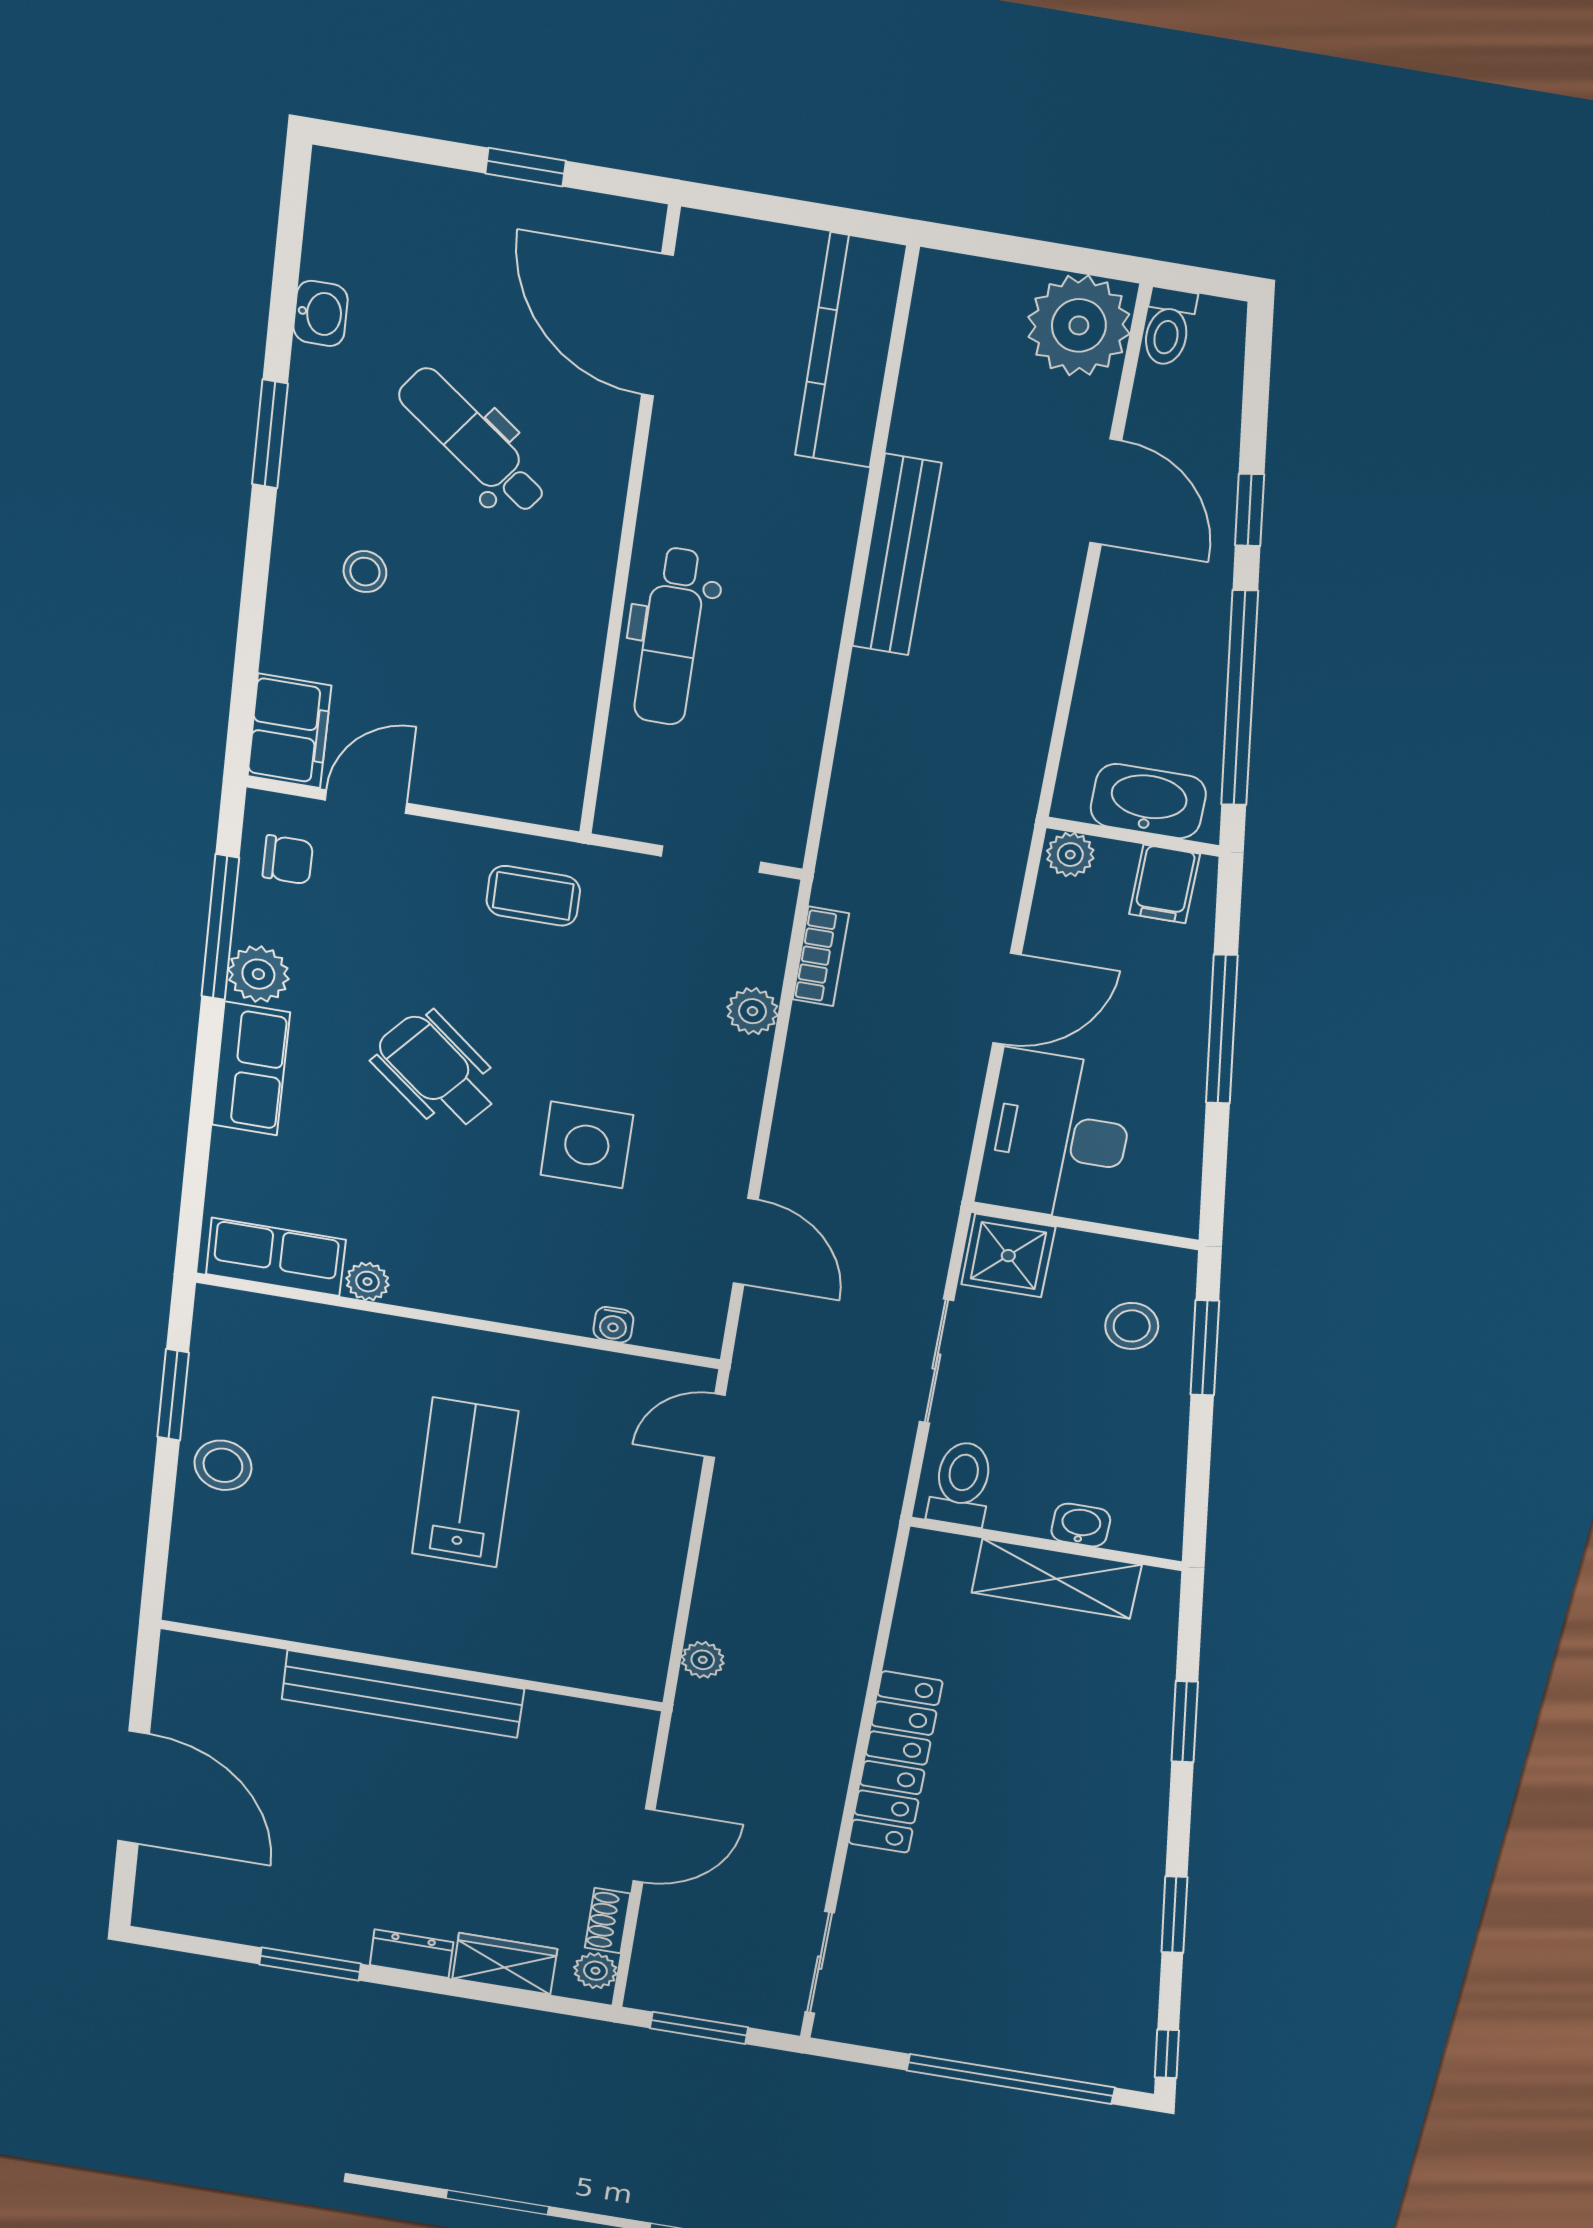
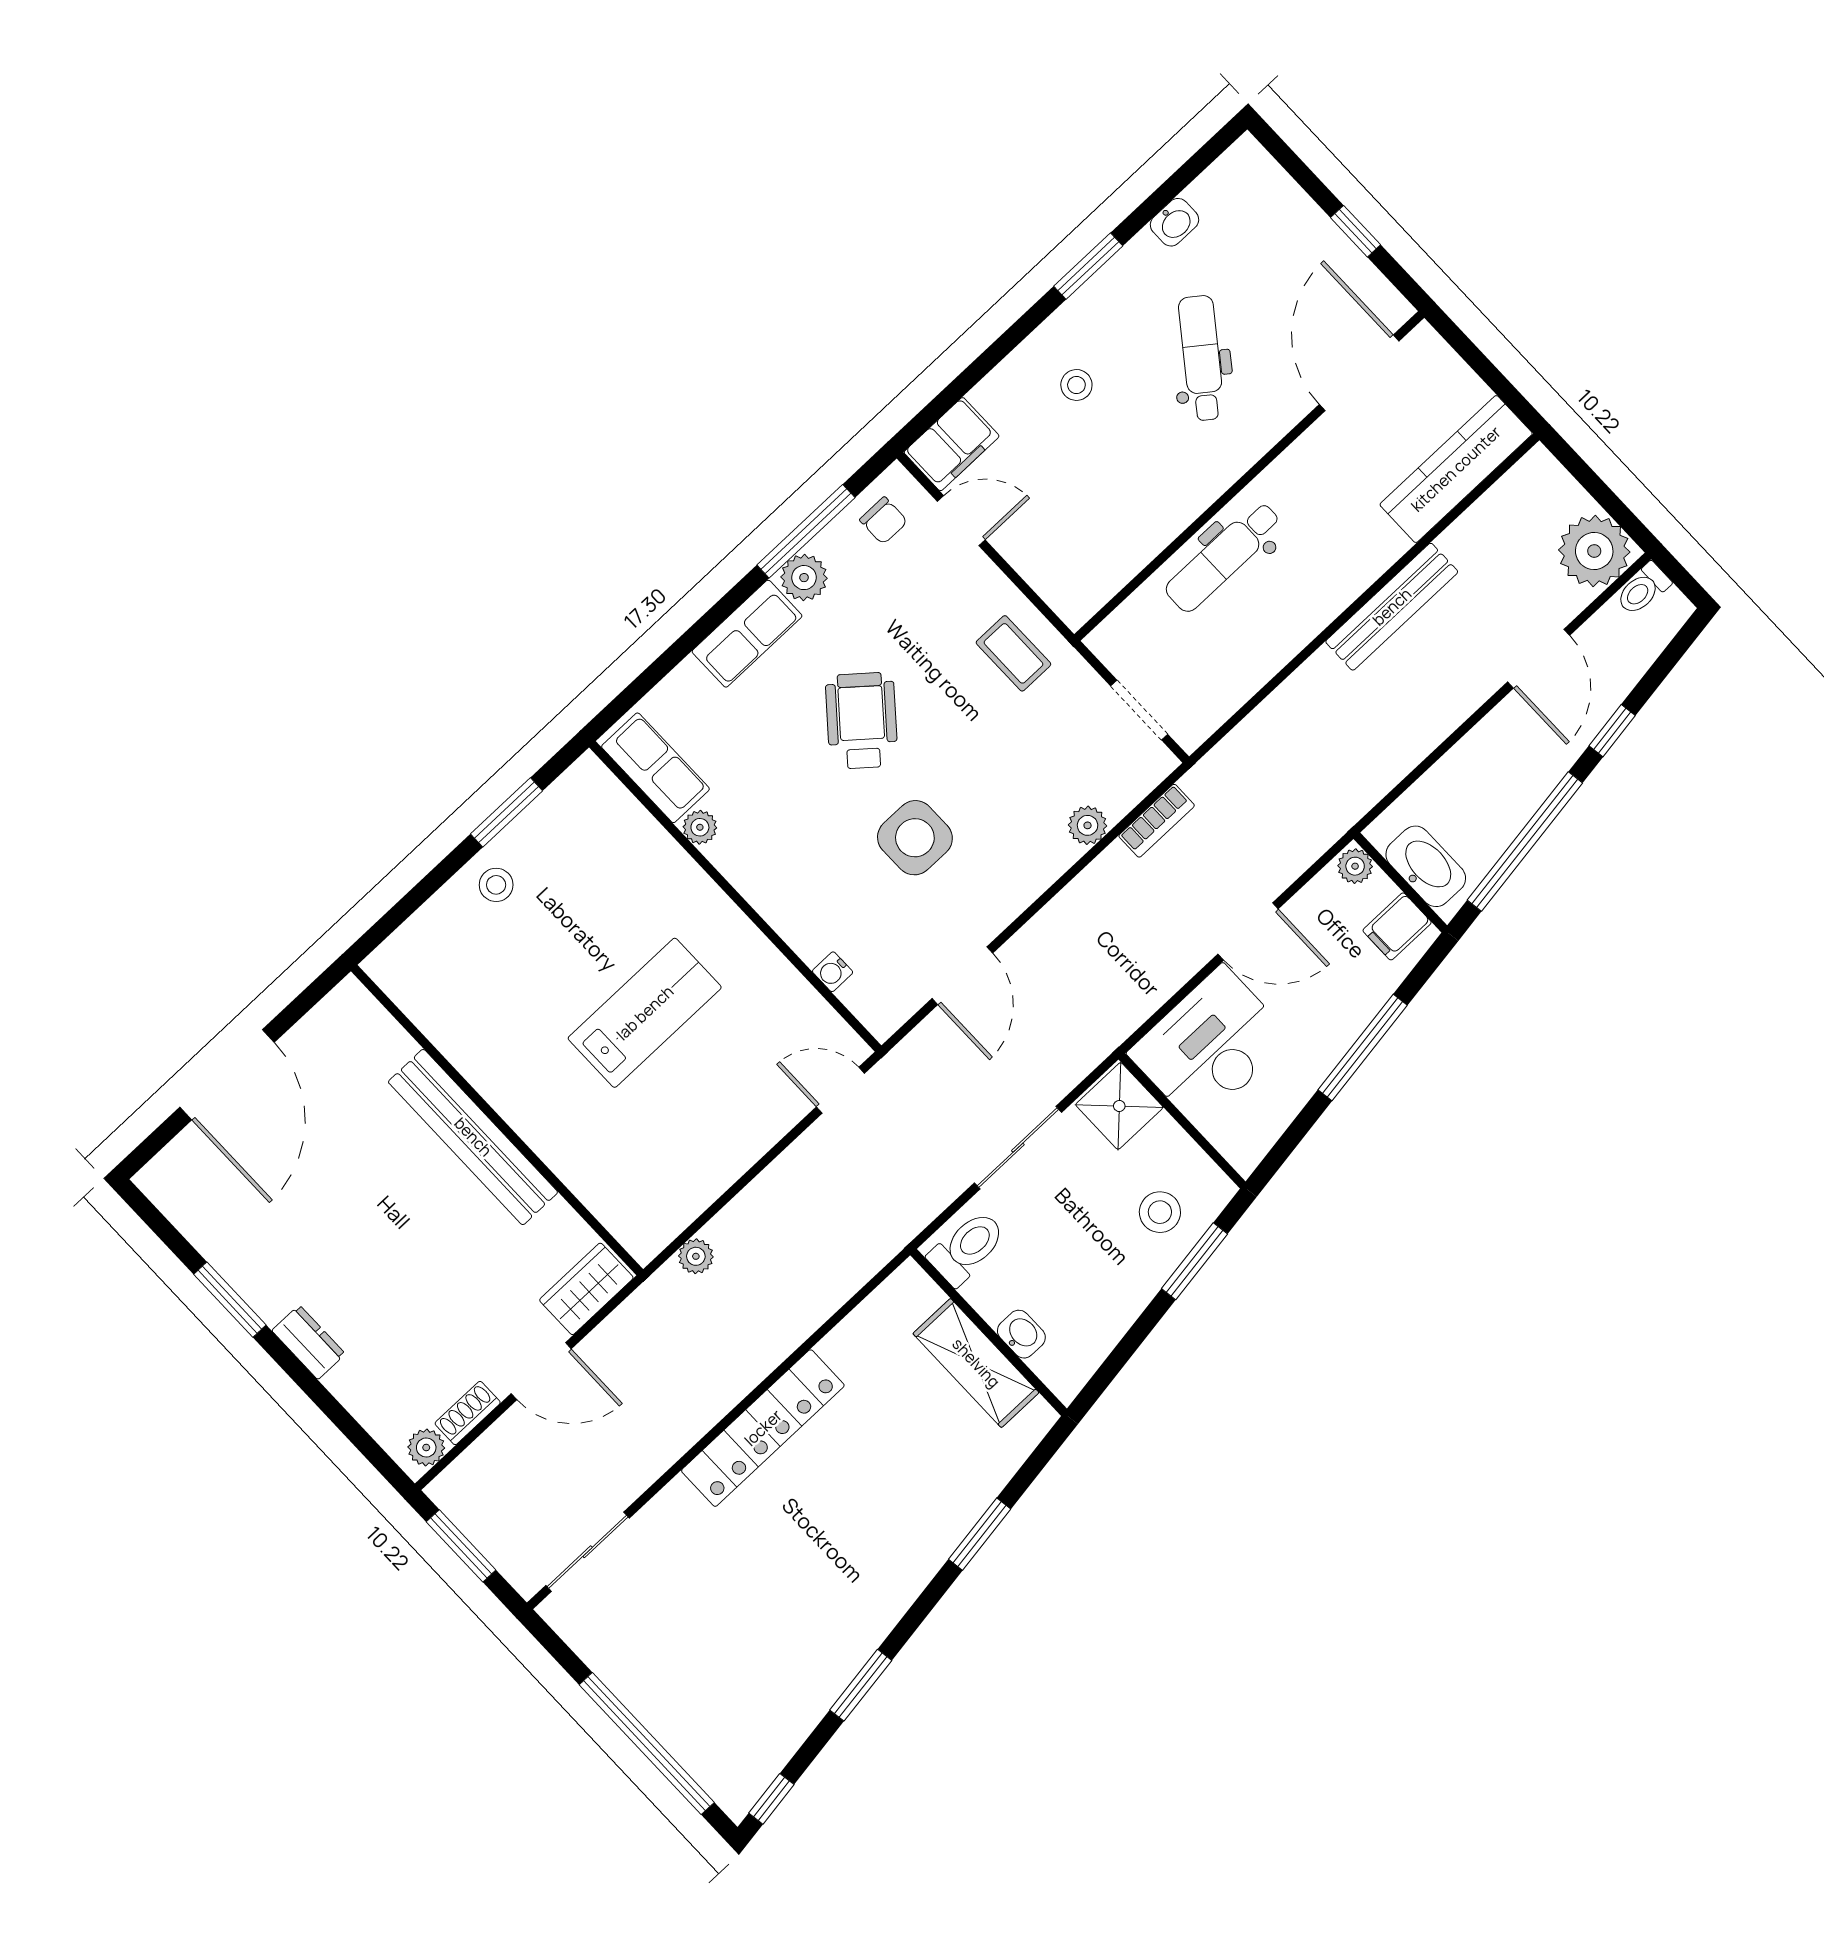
stool: (223, 1465) -> (496, 885), width x0.73, depth x0.73
wardrobe: (505, 1964) -> (586, 1289), moved, turned -90

